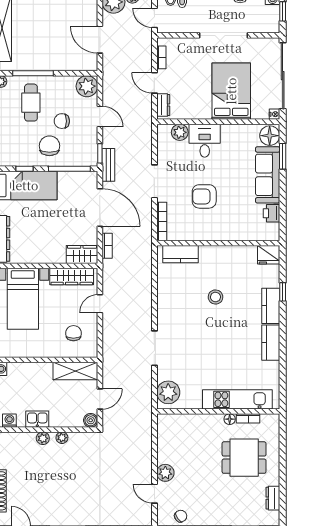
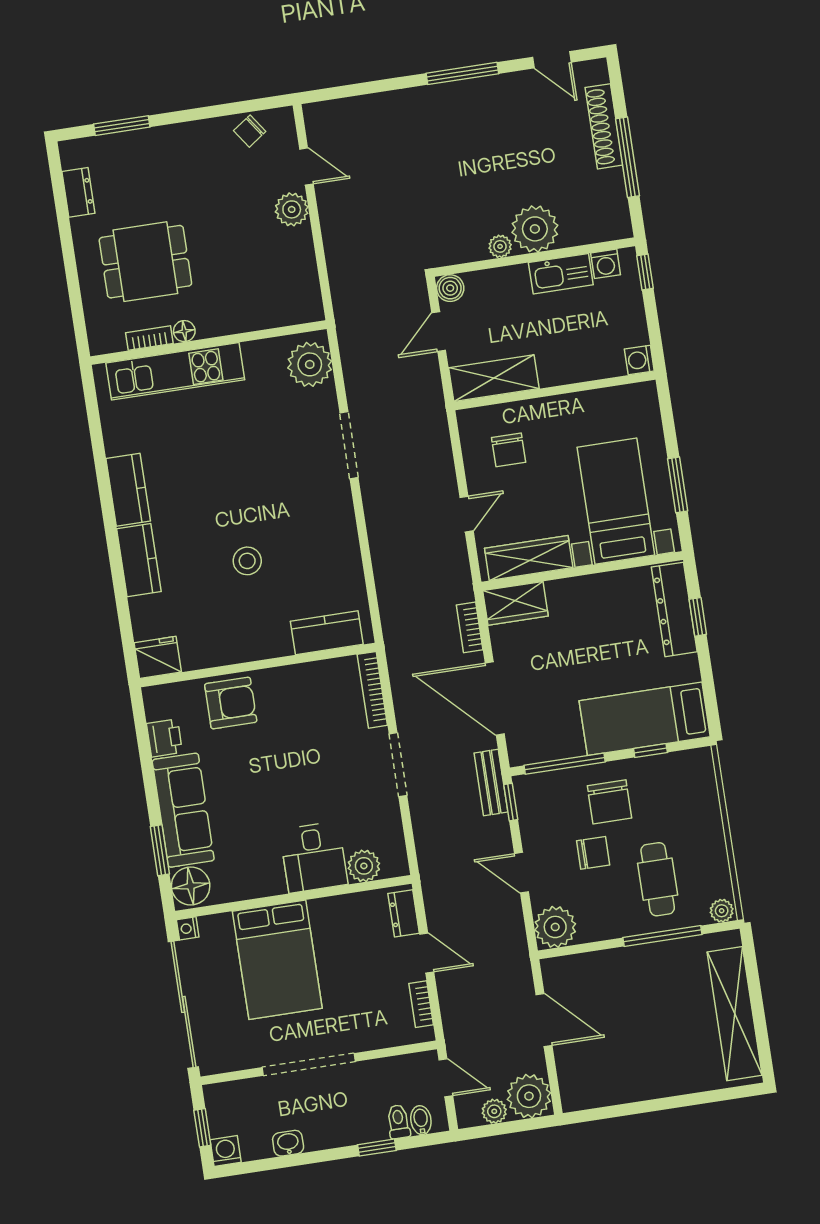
armchair: (204, 196) -> (231, 703), moved
window: (283, 292) -> (120, 590), removed
kitchen sink: (37, 419) -> (561, 274), width x1.38
plant: (43, 438) -> (535, 229), width x1.87, depth x1.87

